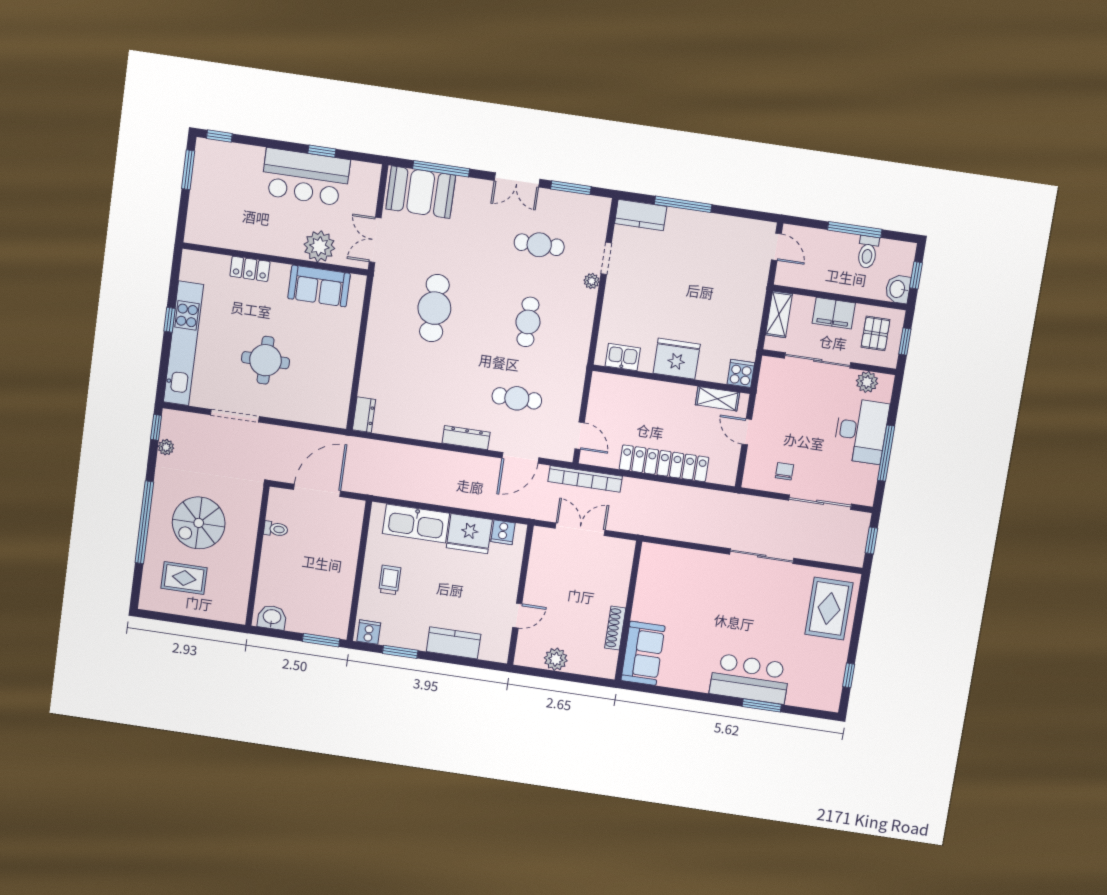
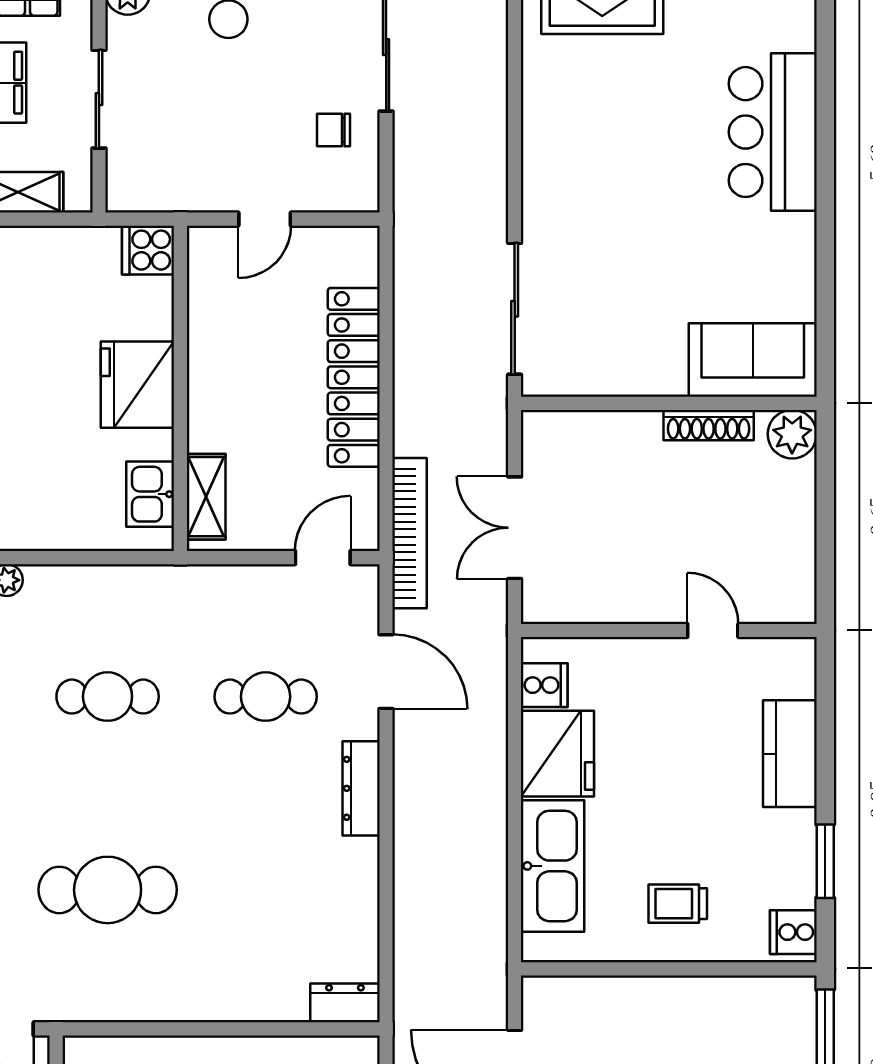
sliding door: (818, 360) -> (99, 99), width x0.73
cafe table: (517, 398) -> (266, 697), turned 90
shelving: (717, 399) -> (206, 497), moved
sliding door: (762, 556) -> (515, 309), moved
plant: (556, 659) -> (792, 434), moved
window: (762, 705) -> (825, 98), removed

